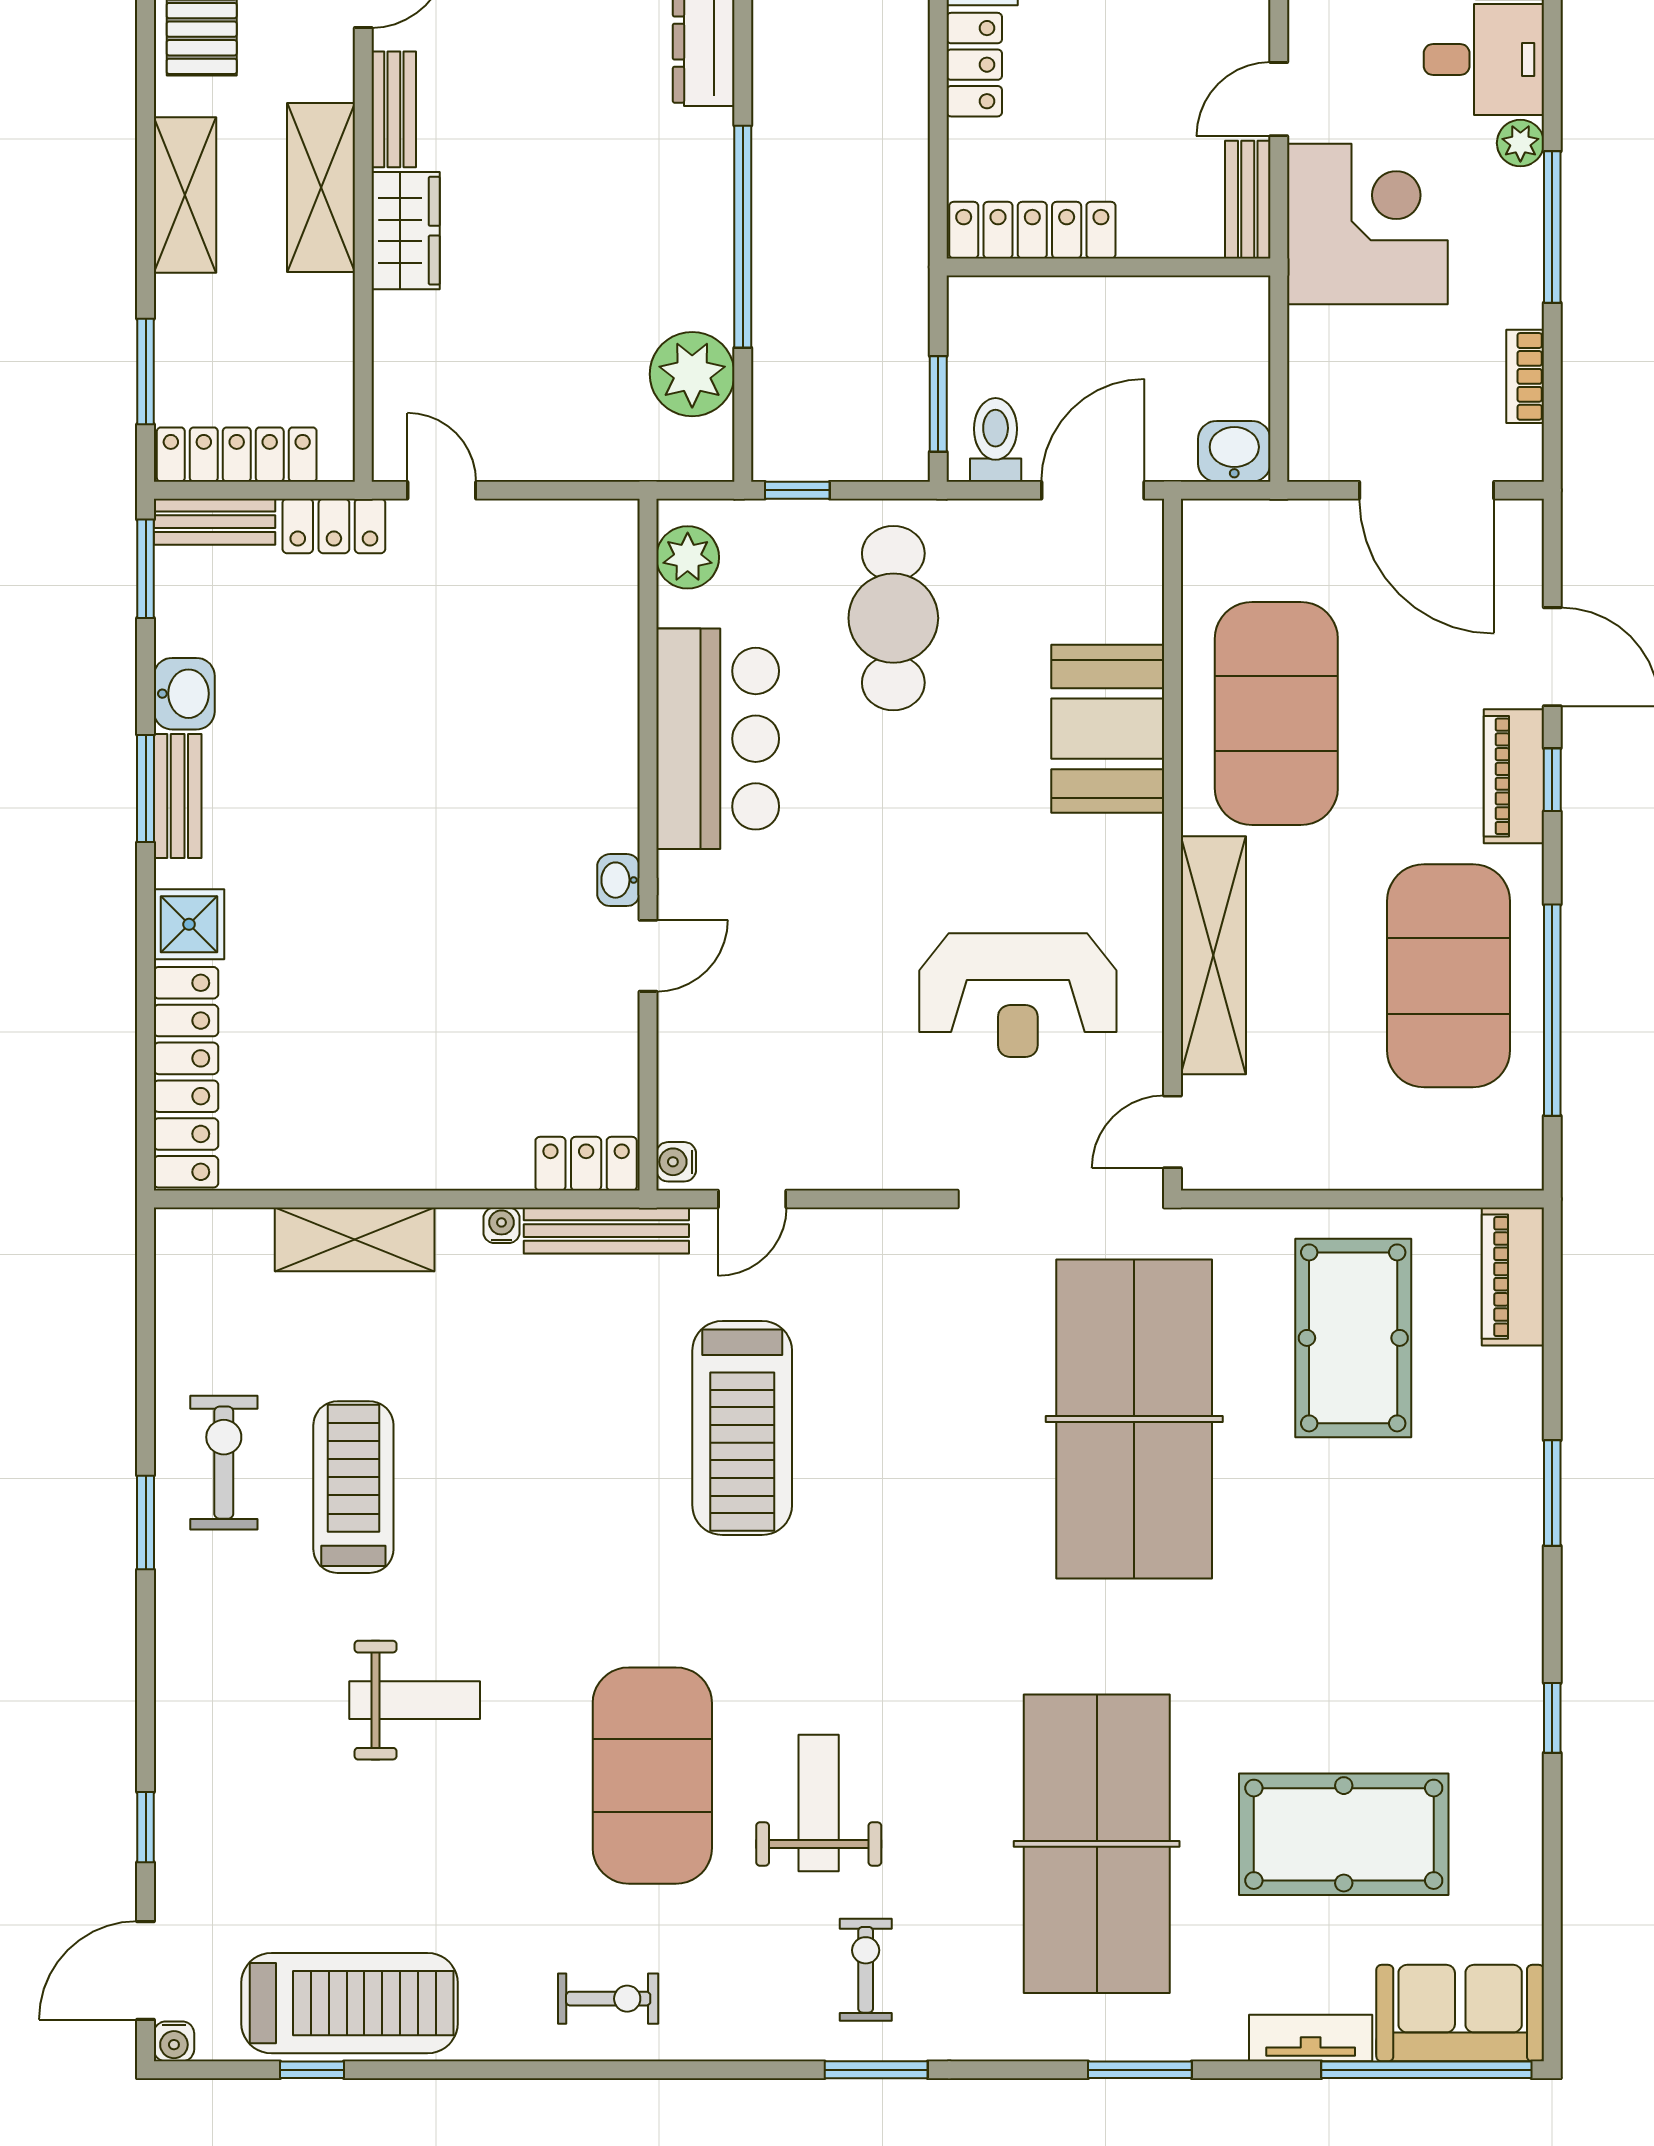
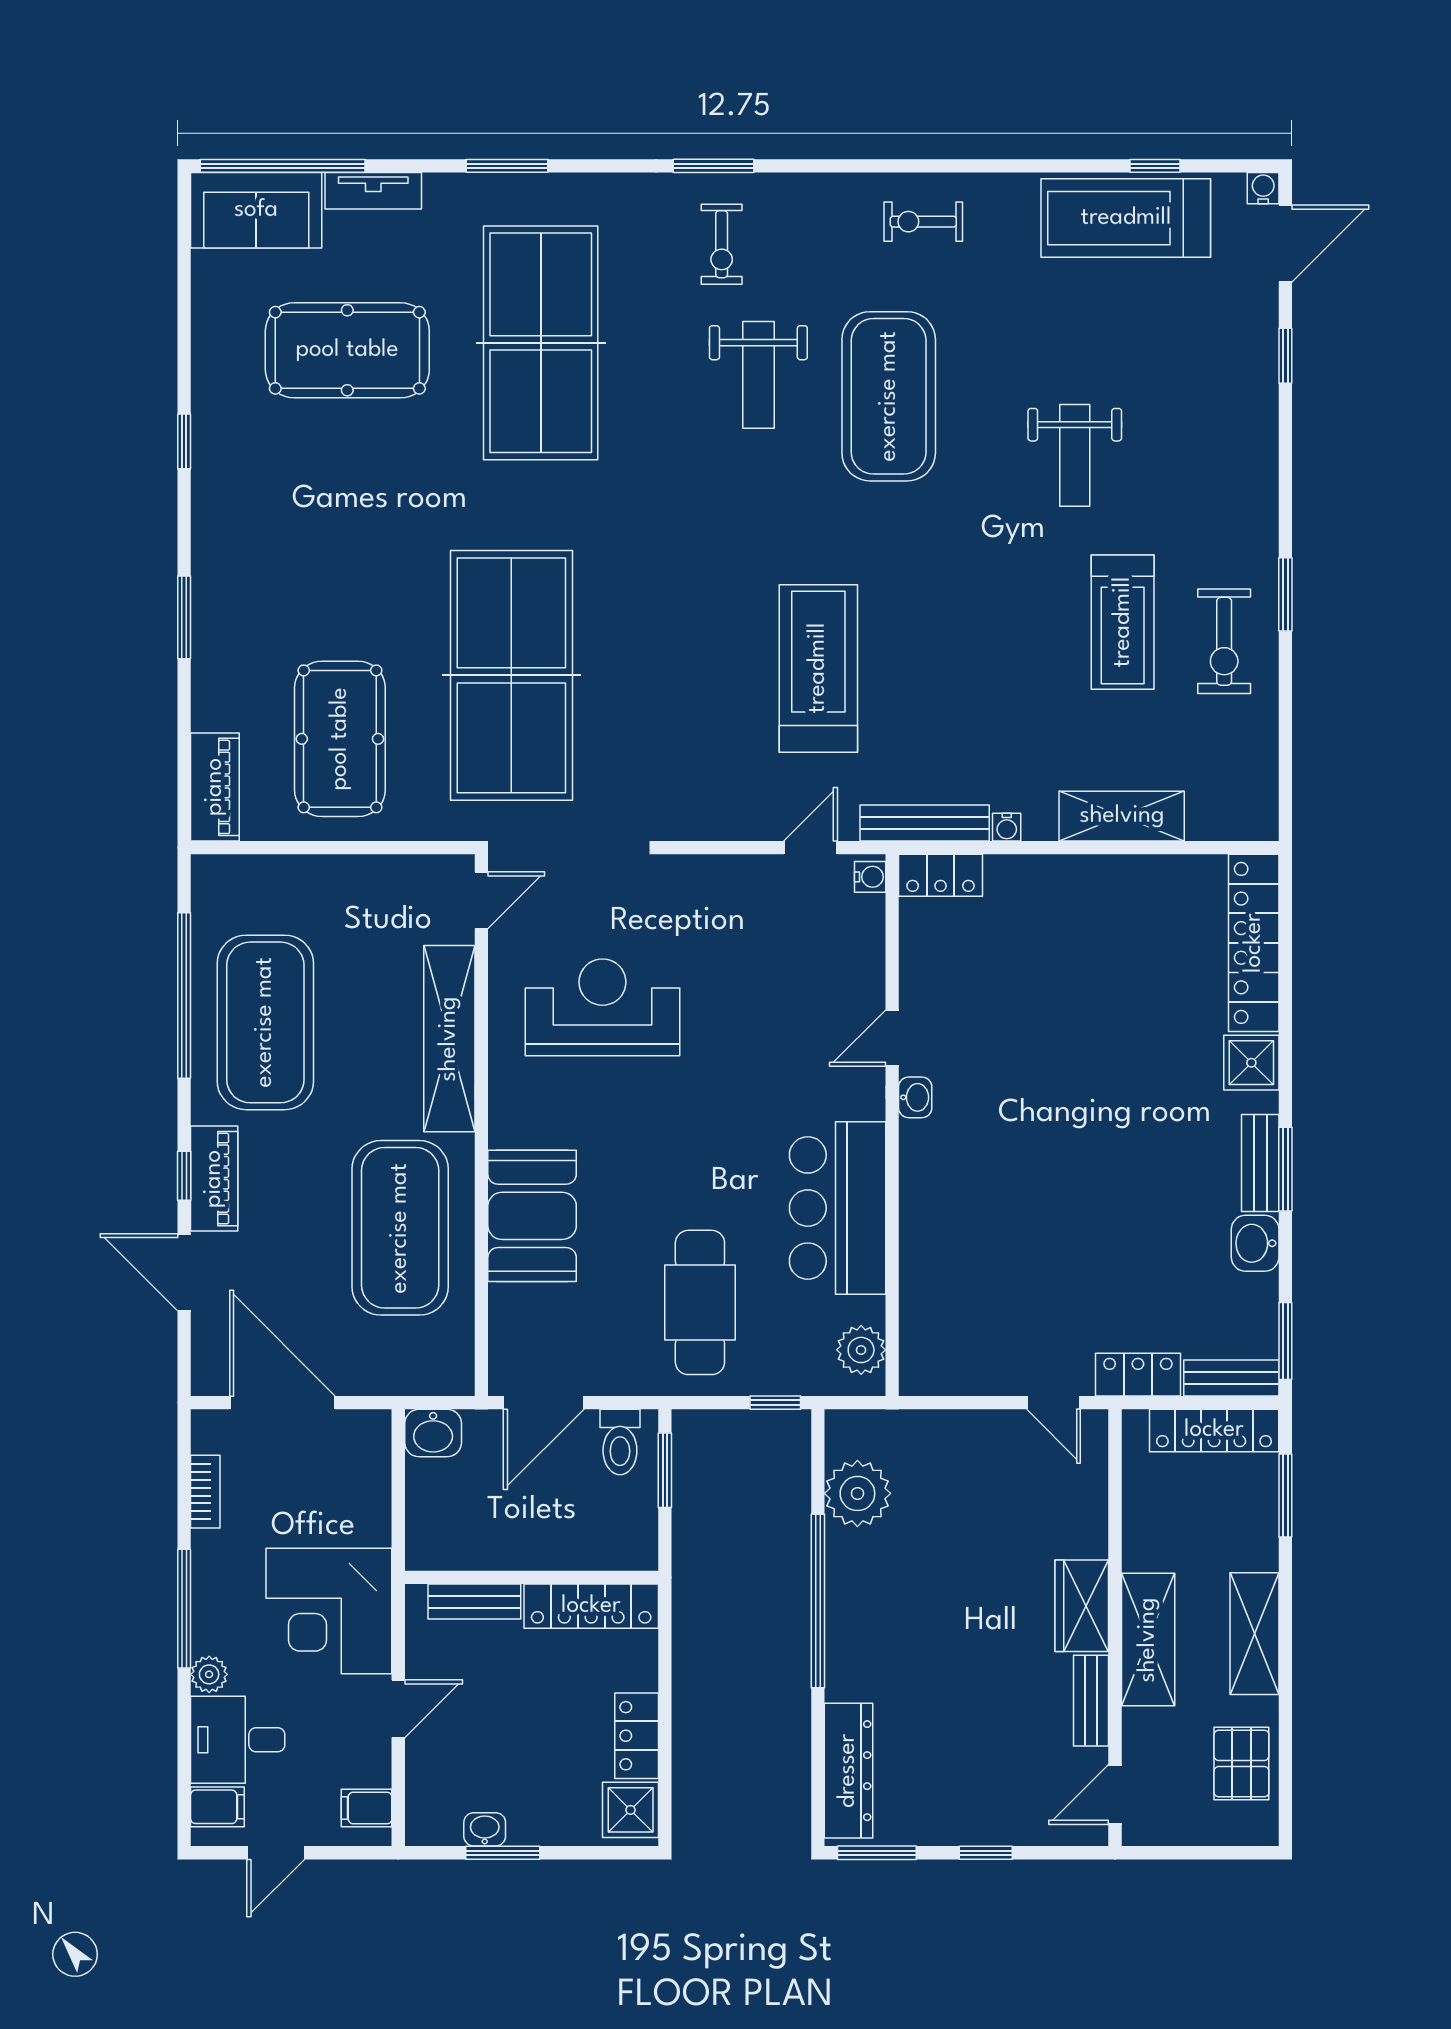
bench: (1248, 200) -> (474, 1602), moved, turned 90
weight bench: (415, 1700) -> (1075, 455), turned -90

